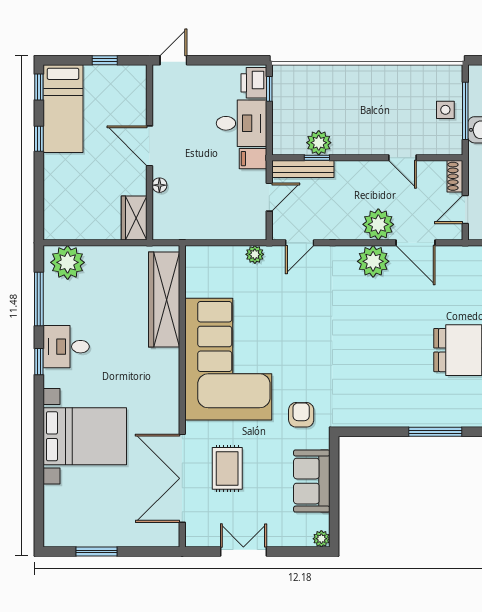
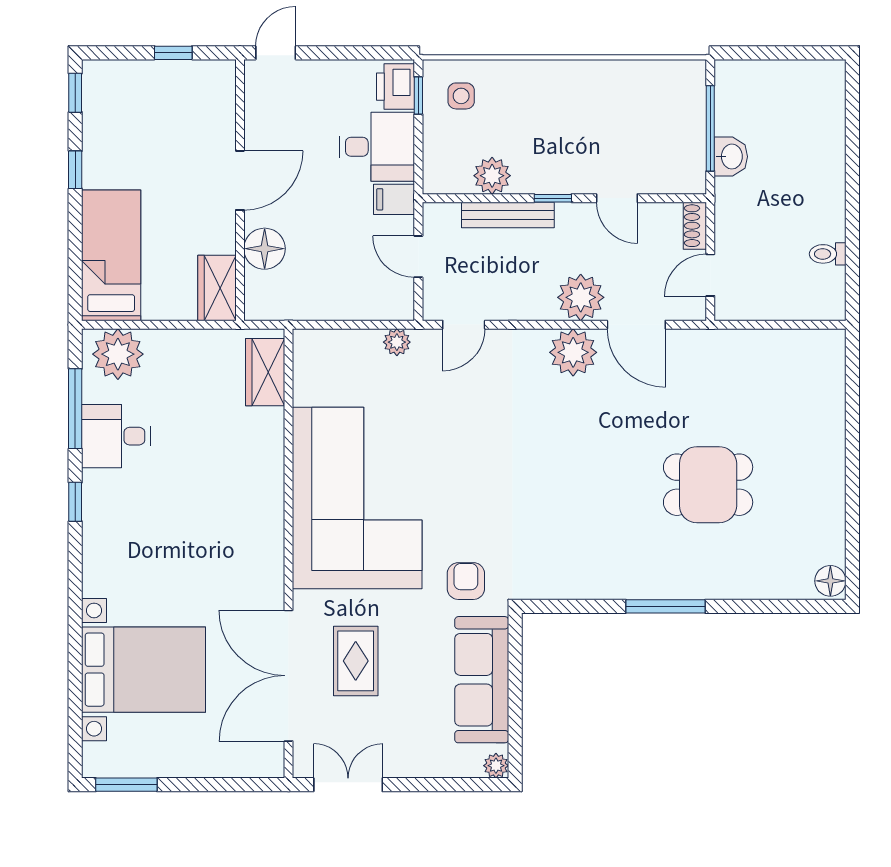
bed: (63, 109) -> (111, 255), moved, turned 180
side table: (445, 110) -> (461, 96), moved
door: (149, 146) -> (240, 180), swing flipped
window: (317, 158) -> (553, 198), moved
bench: (303, 169) -> (508, 215), moved
floor lamp: (159, 185) -> (265, 249), width x1.89, depth x1.89
door: (269, 197) -> (418, 257), swing flipped
wardrobe: (164, 299) -> (265, 372), width x0.48, depth x0.85
desk: (66, 347) -> (116, 436), moved
bed with nightstands: (85, 436) -> (144, 670), moved
sofa: (312, 481) -> (482, 680), width x1.36
window: (97, 551) -> (126, 785), moved
double door: (243, 551) -> (348, 785), moved

